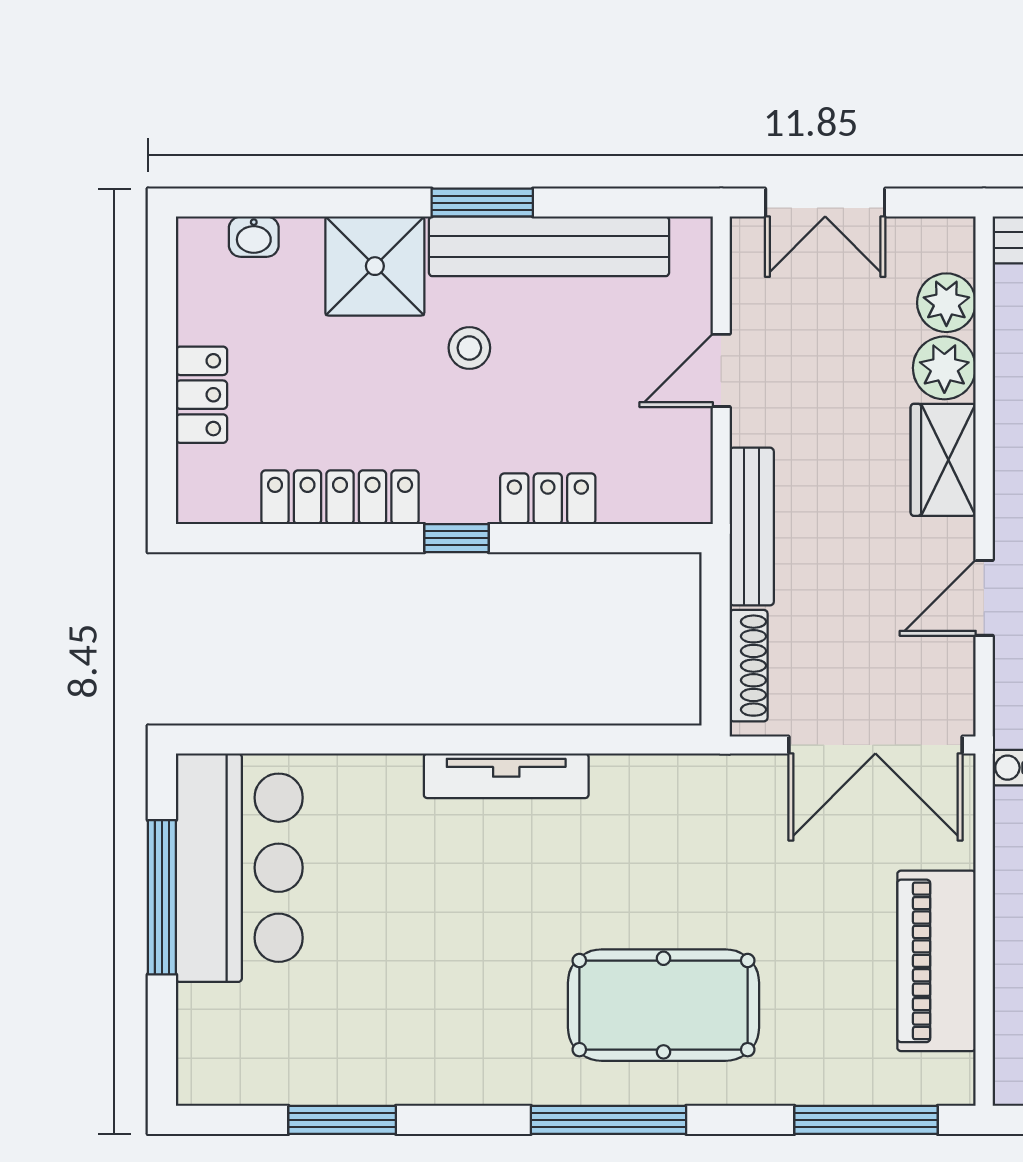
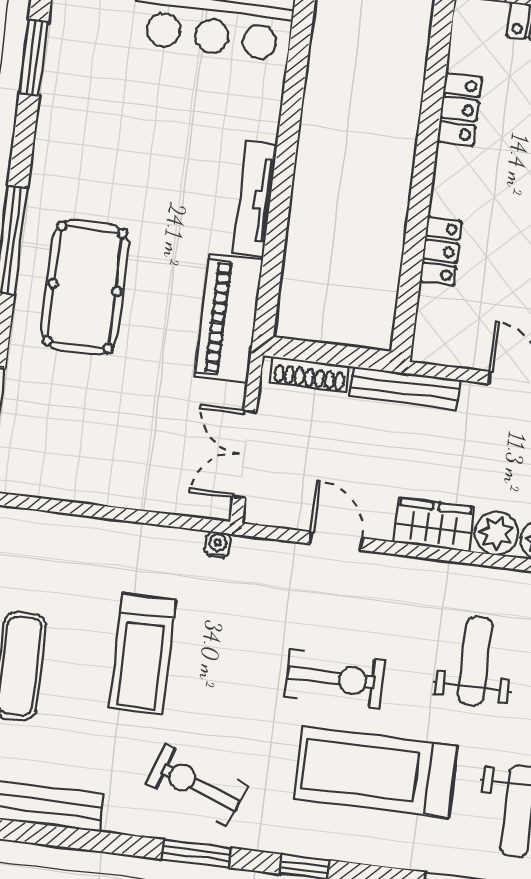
locker: (340, 497) -> (460, 109), width x0.66
window: (457, 538) -> (422, 185), removed
double door: (875, 745) -> (245, 454), width x0.73
piano: (937, 961) -> (228, 319), moved, turned -90

